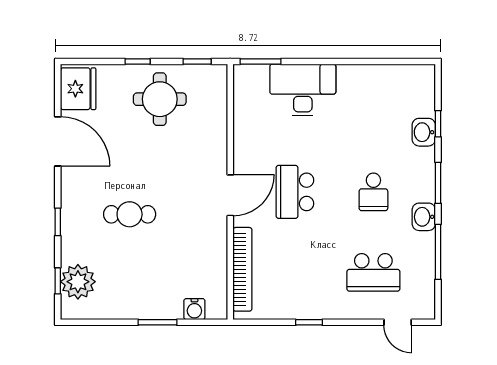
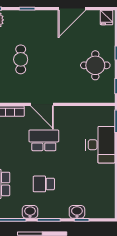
fridge: (78, 89) -> (107, 18), width x0.53, depth x0.75
cafe table: (130, 214) -> (21, 59), moved

